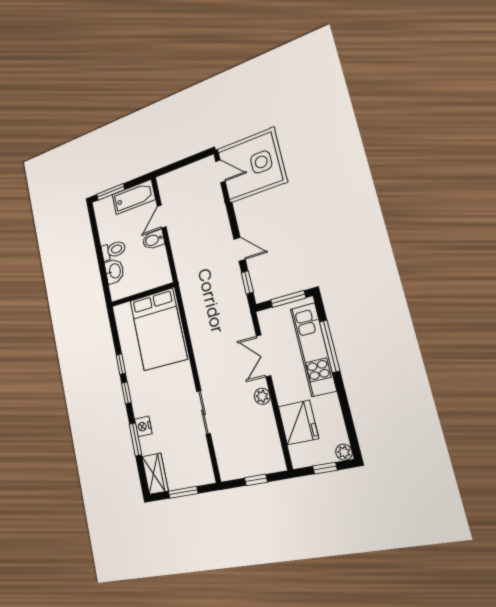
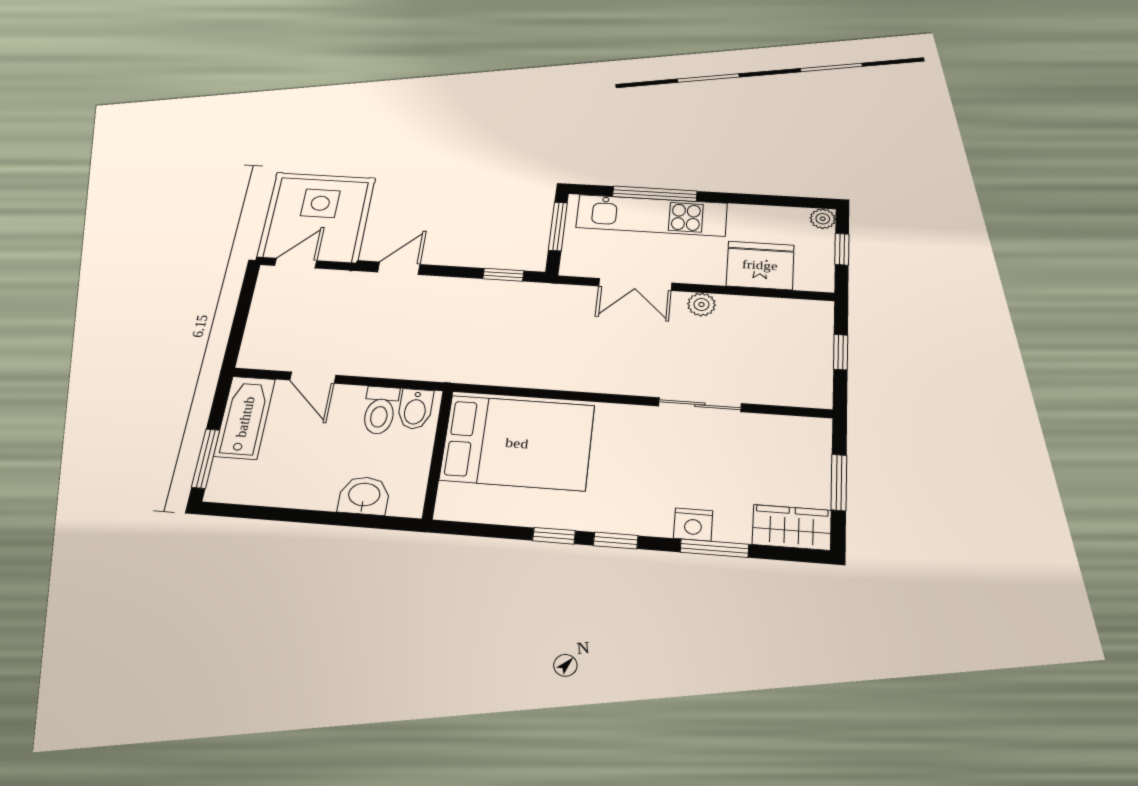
bidet: (153, 240) -> (415, 409), moved
door: (240, 249) -> (399, 268), moved
toilet: (113, 250) -> (380, 410), moved, turned 180

